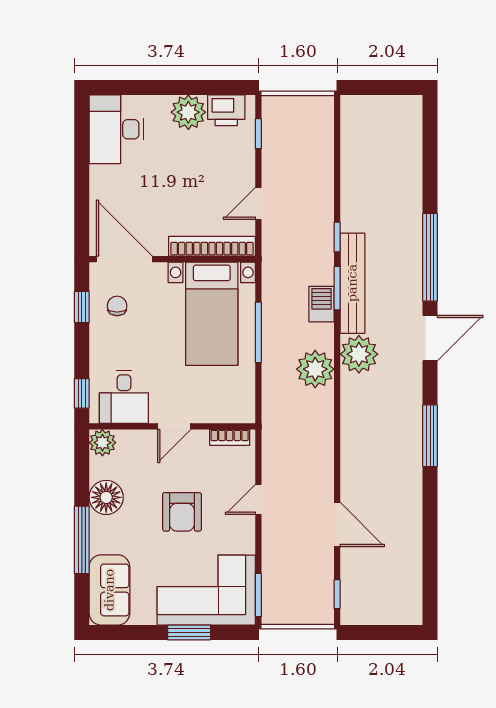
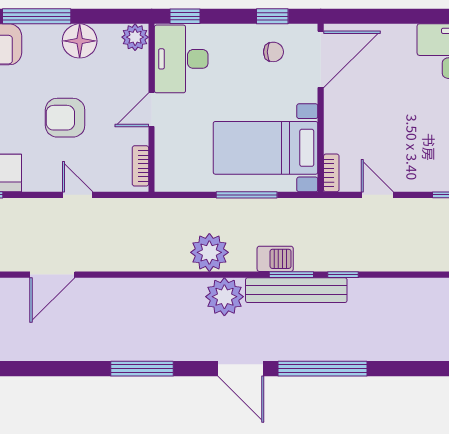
bookcase: (212, 246) -> (331, 173), width x0.43, depth x0.76
desk: (124, 397) -> (181, 59), width x1.37
door: (174, 426) -> (152, 110), hinge flipped

